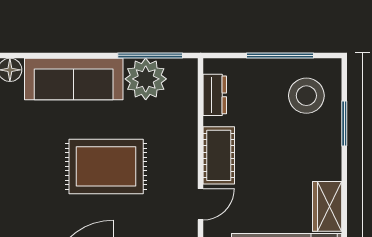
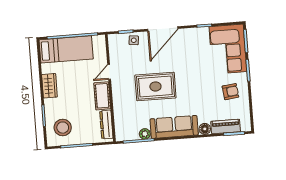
plant: (146, 79) -> (145, 134), width x0.53, depth x0.53
dresser: (215, 95) -> (106, 125), width x1.44
wardrobe: (327, 206) -> (49, 86), moved

